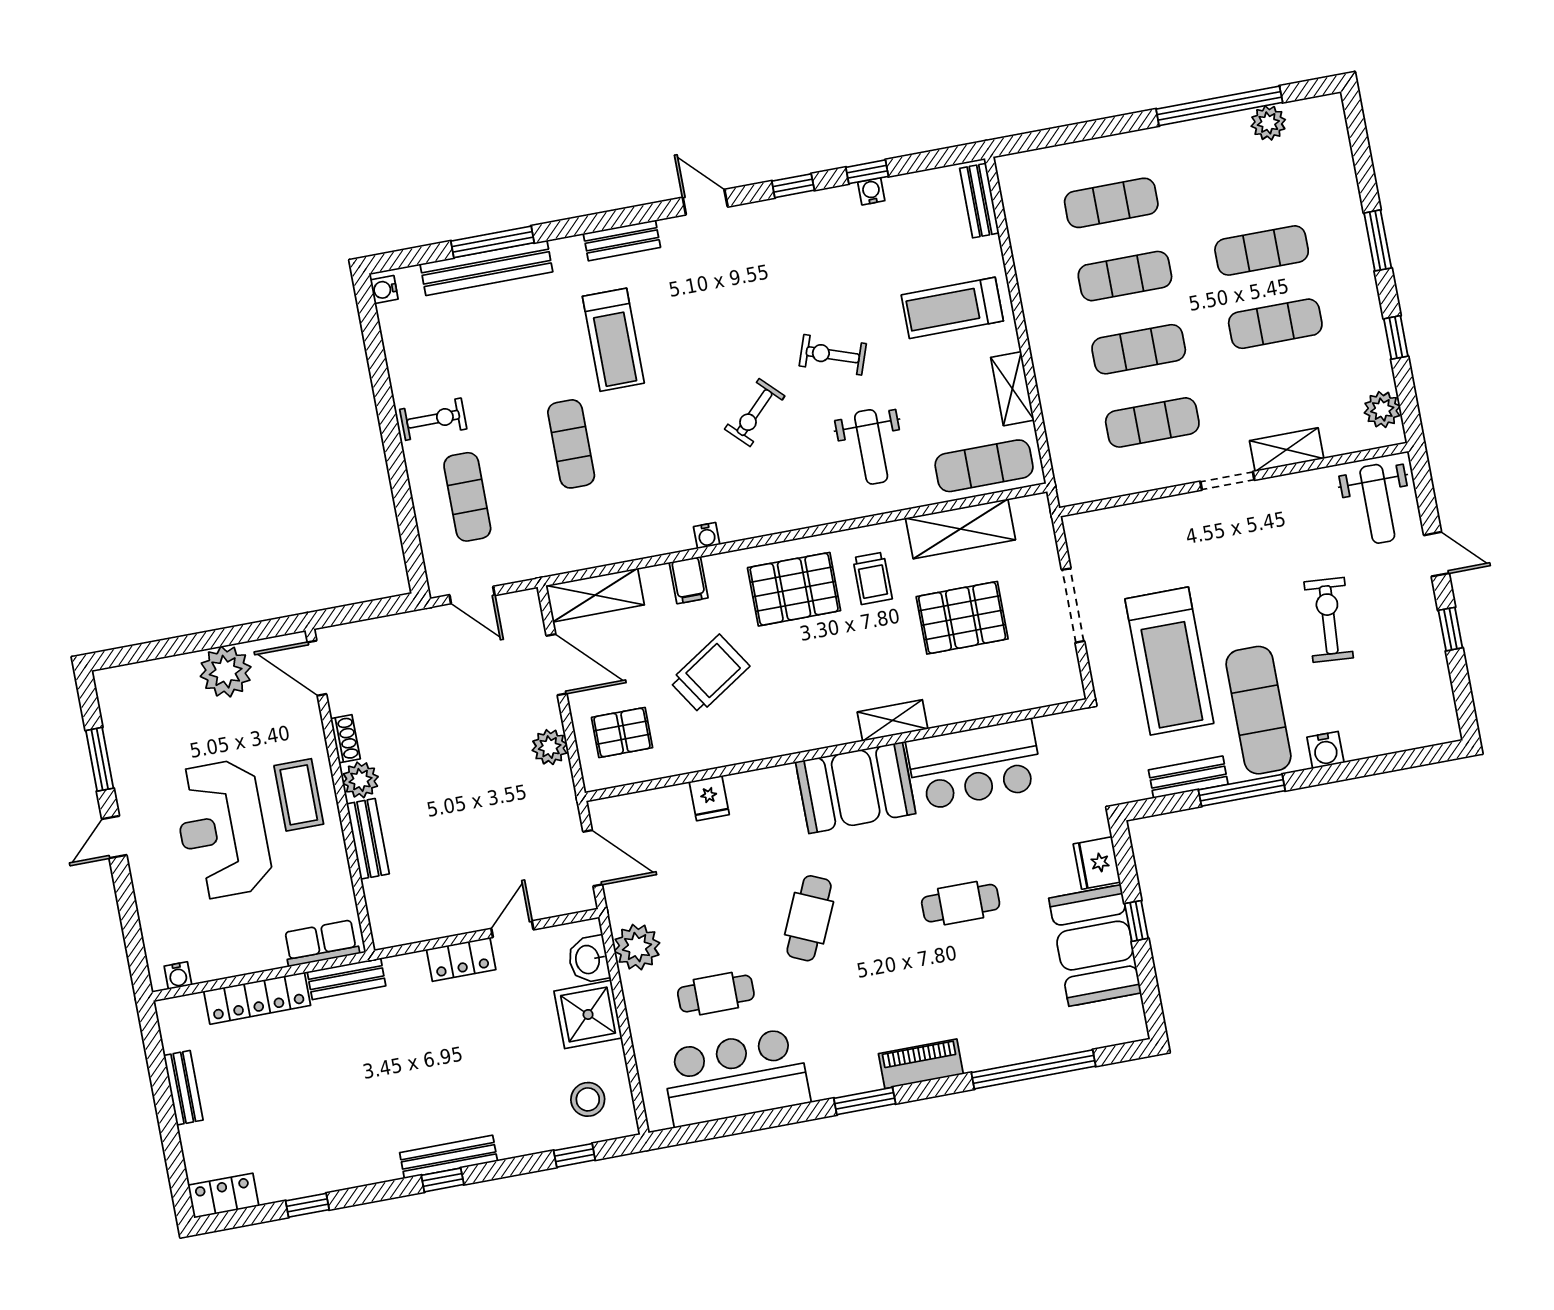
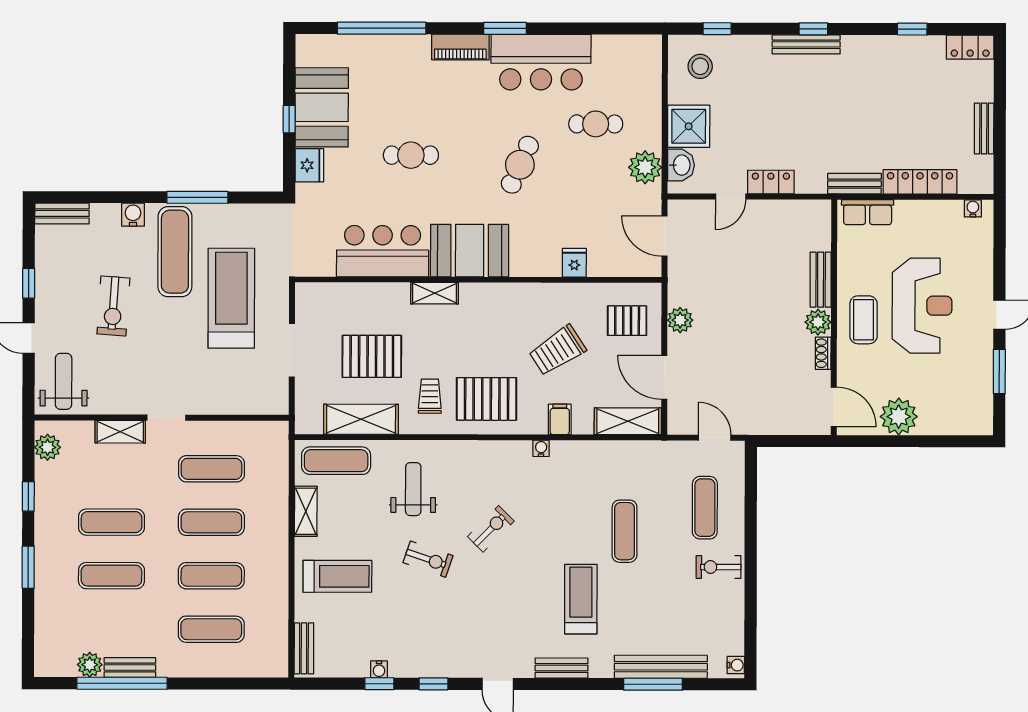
bench: (1213, 130) -> (130, 667), added
bench: (1188, 777) -> (62, 213), moved
bar counter: (736, 1077) -> (541, 62), moved

